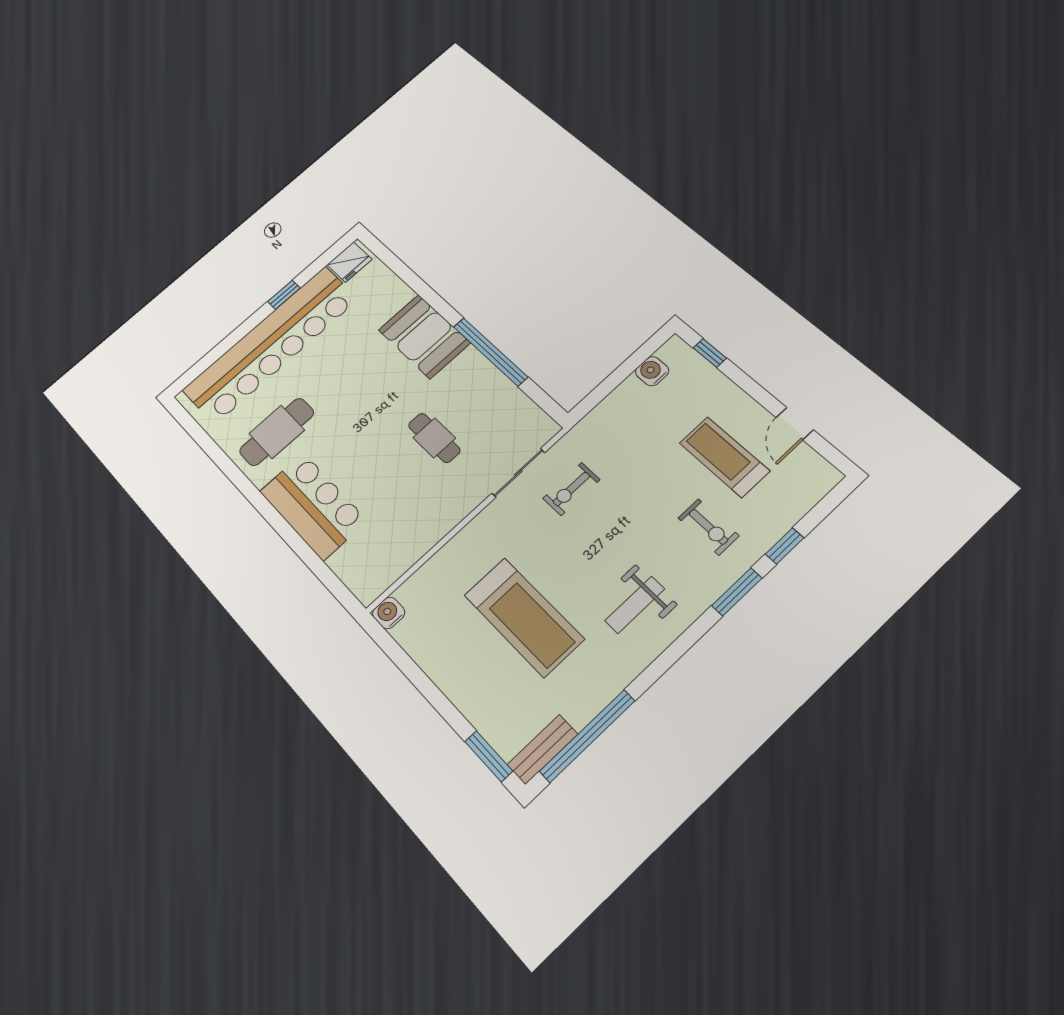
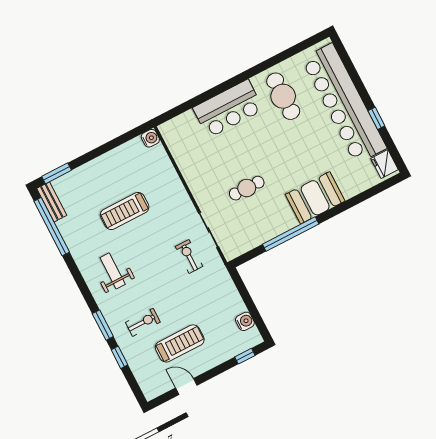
exercise bike: (708, 527) -> (143, 322), turned 180
treadmill: (524, 617) -> (125, 211), width x0.73, depth x0.73

